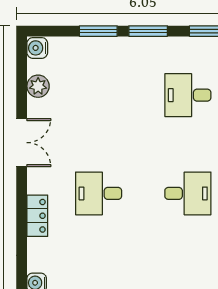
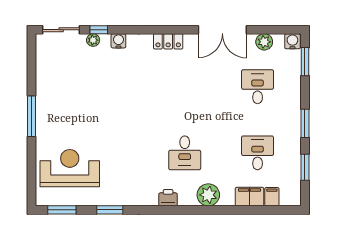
window: (98, 31) -> (305, 62), moved
double door: (22, 143) -> (222, 30), width x1.37
desk: (99, 193) -> (258, 87), moved

